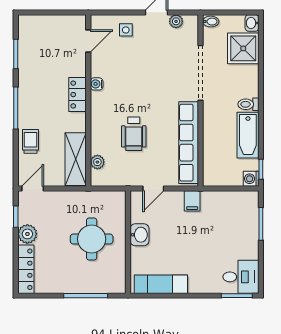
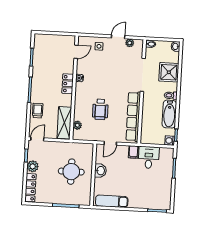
shower: (243, 48) -> (169, 72), moved
desk: (241, 277) -> (149, 157), moved, turned -90

